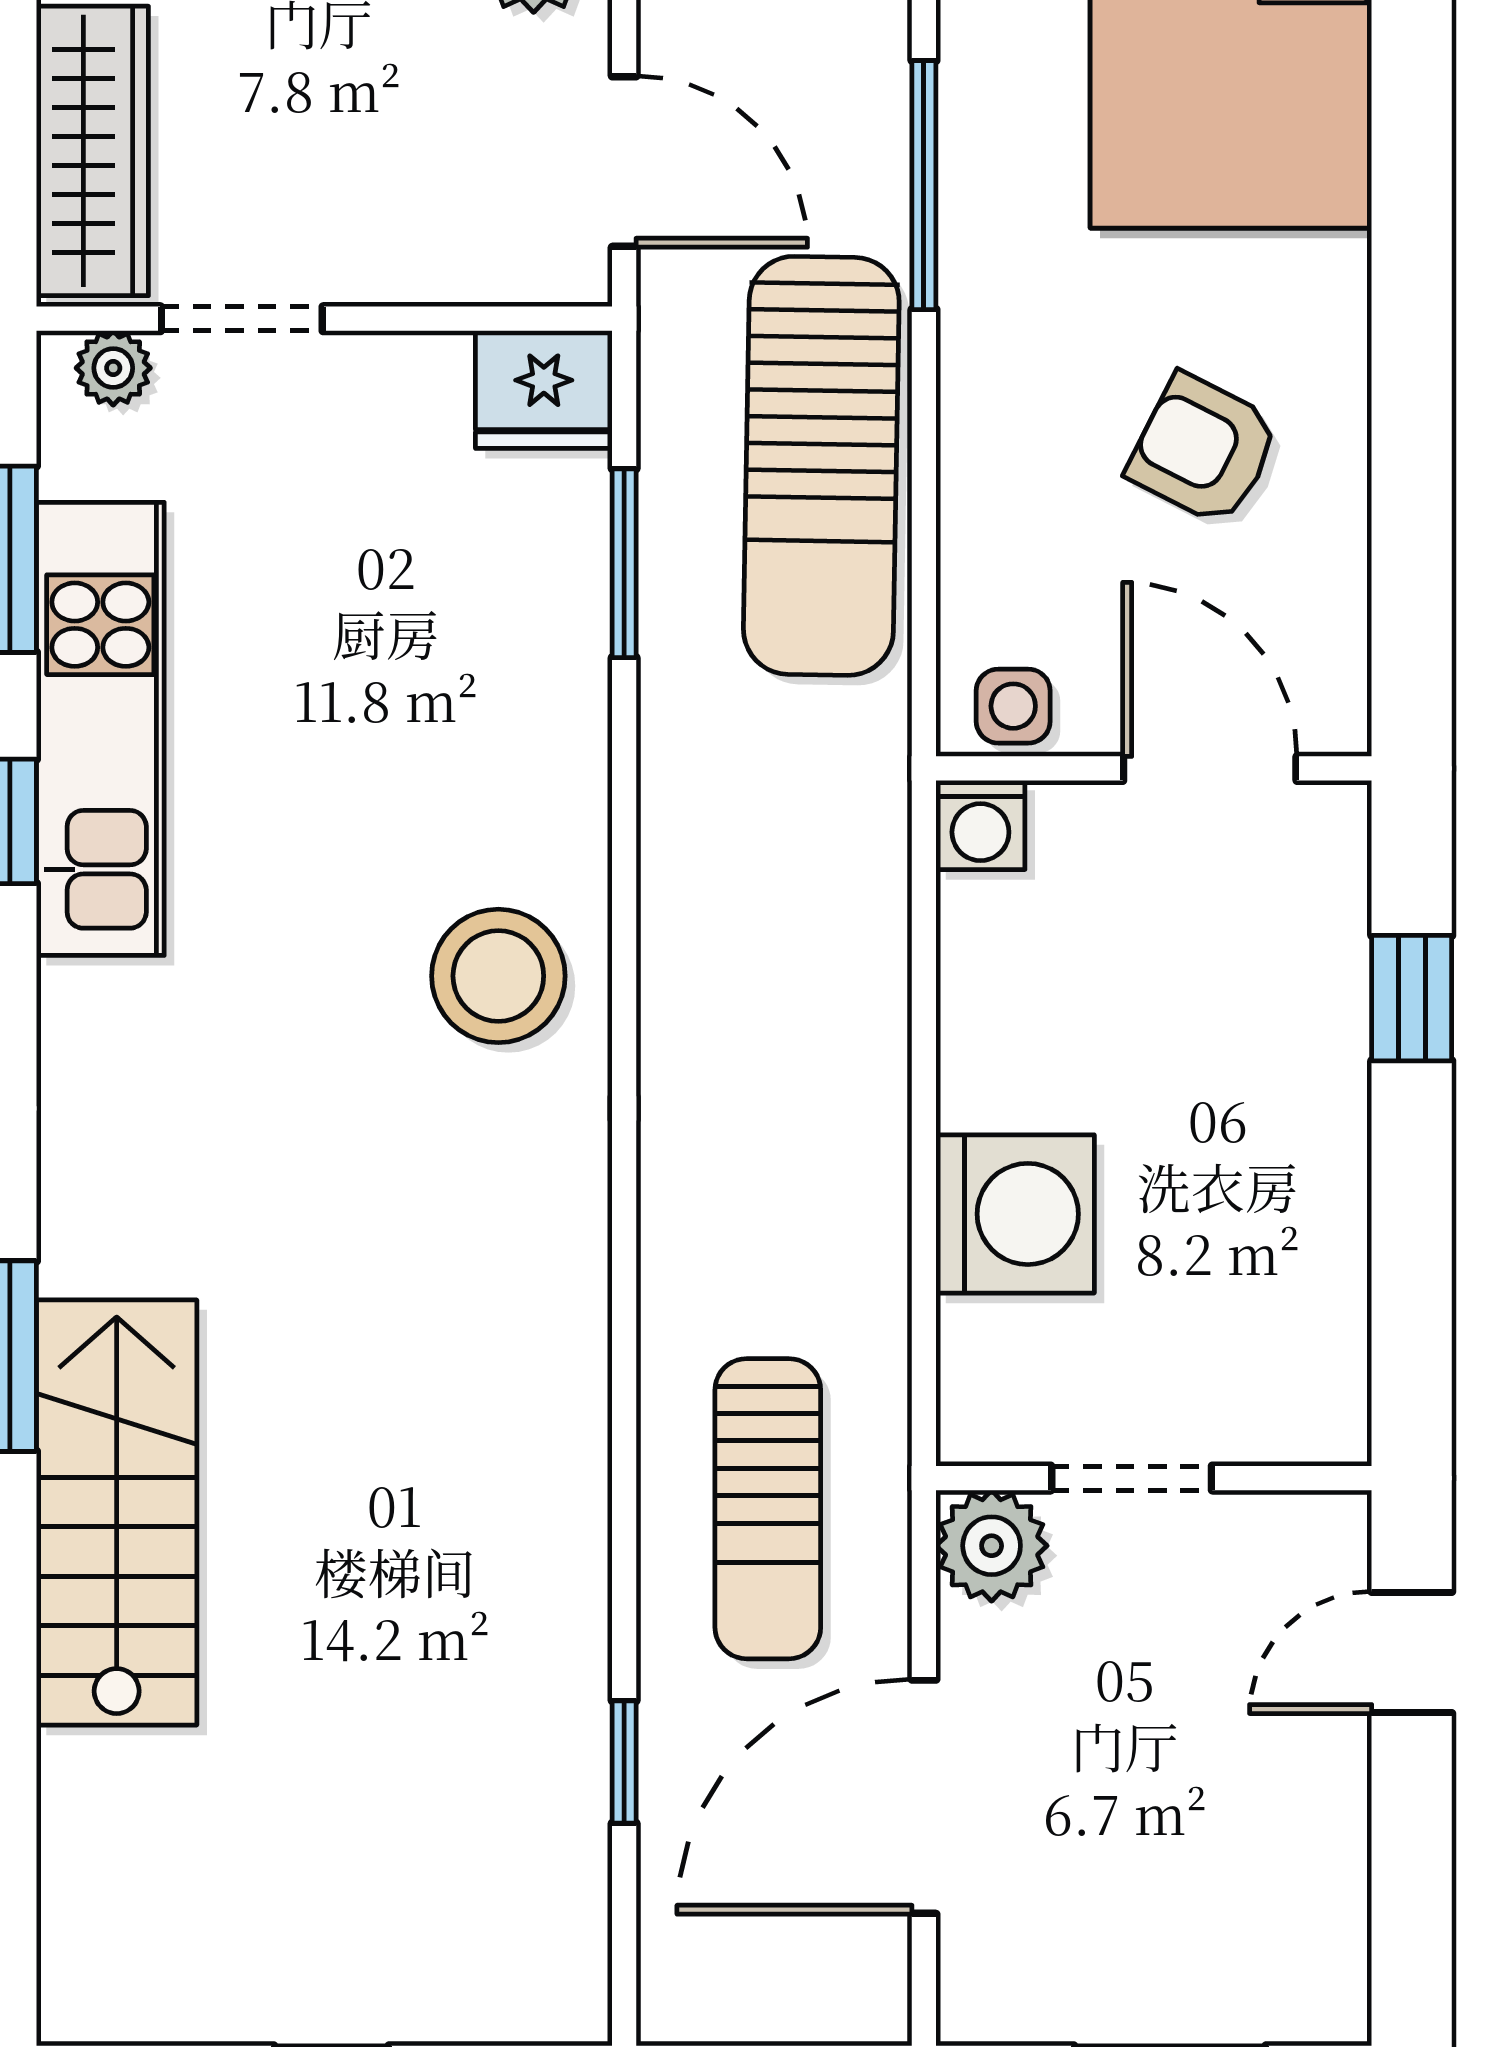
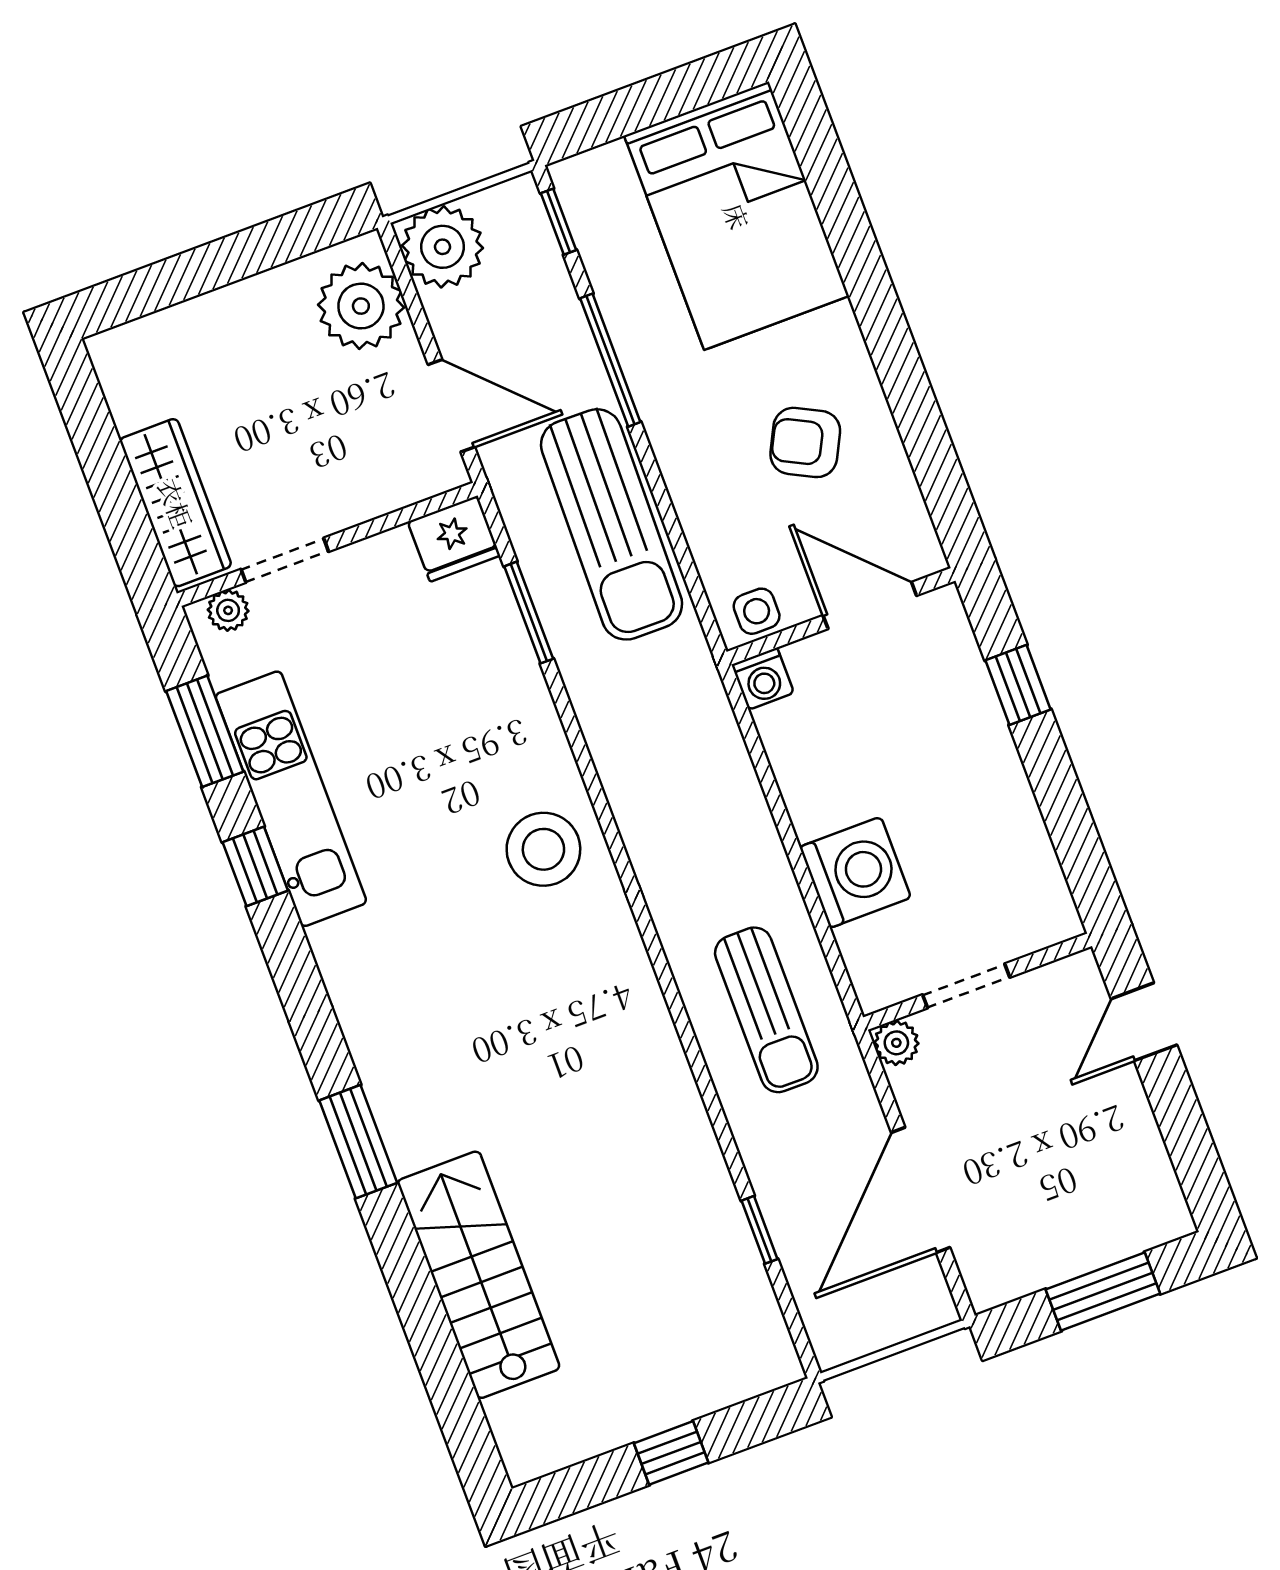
sun lounger: (768, 1509) -> (766, 1010), moved
stairs: (117, 1513) -> (478, 1275), moved
plant: (992, 1546) -> (896, 1043), width x0.73, depth x0.73

